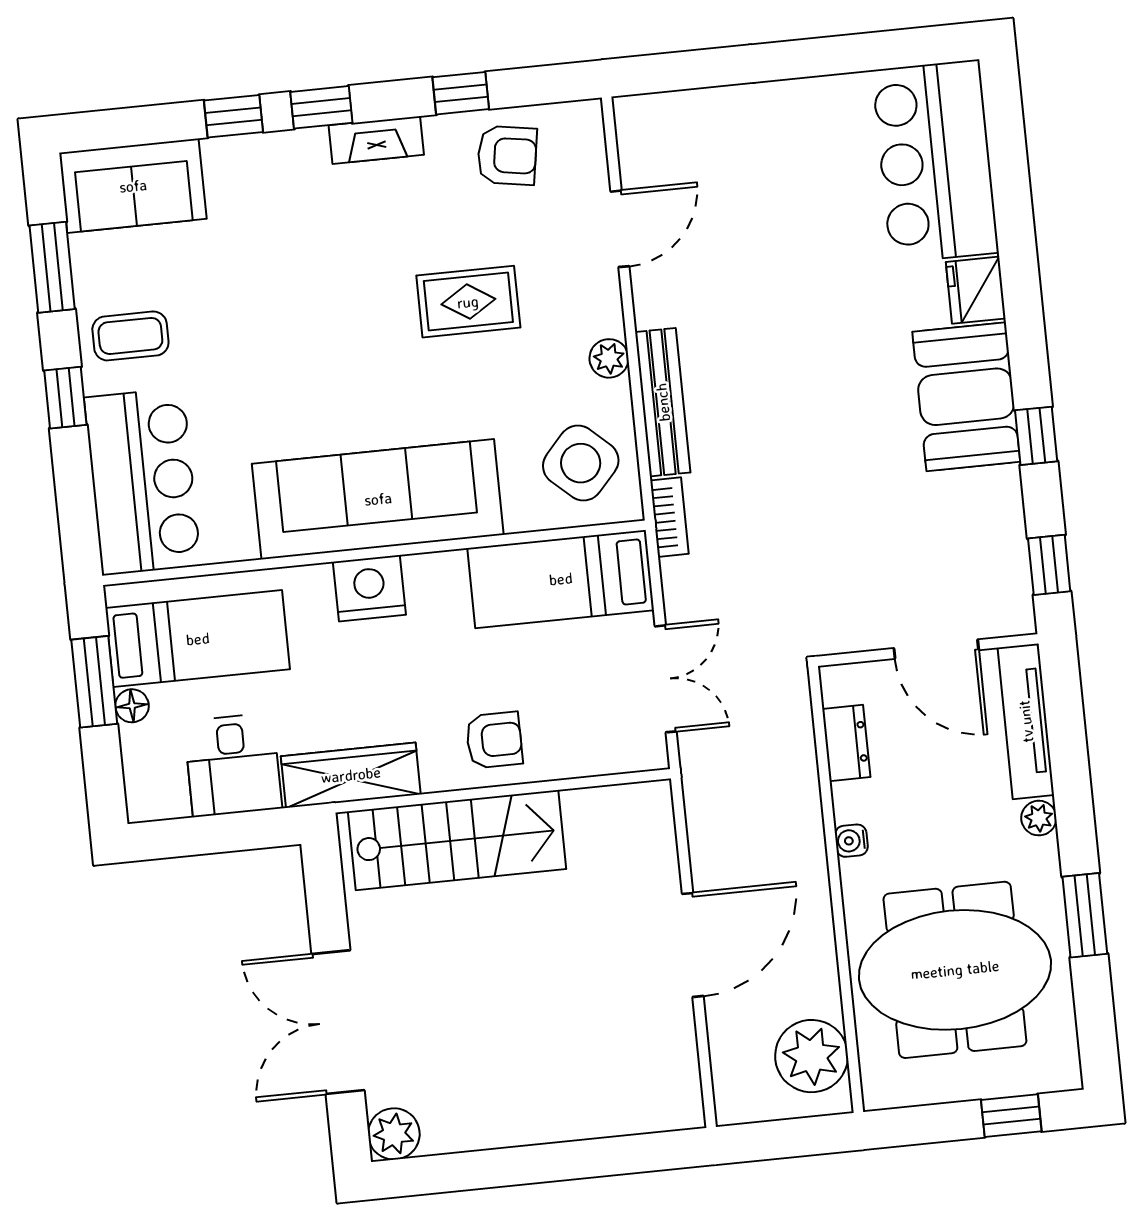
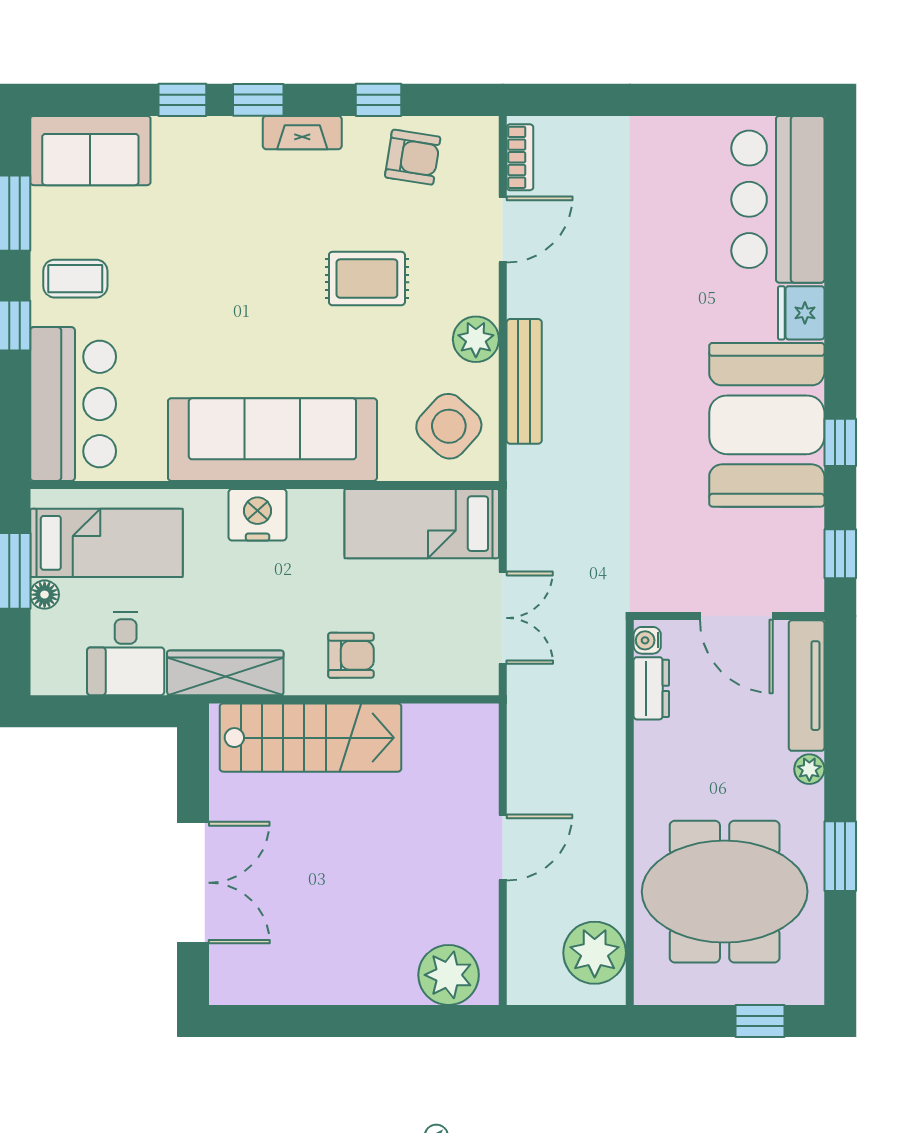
plant: (609, 358) -> (476, 339), width x1.38, depth x1.38
booth: (966, 397) -> (767, 425), width x1.36, depth x1.42
bookcase: (669, 517) -> (520, 157), moved
water cooler: (851, 841) -> (647, 640), moved
door: (693, 945) -> (503, 848), width x0.73
double door: (338, 1022) -> (193, 883), swing flipped
plant: (394, 1134) -> (449, 975), moved, width x1.36, depth x1.36

